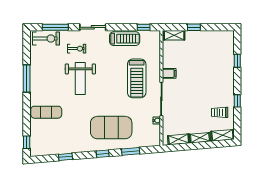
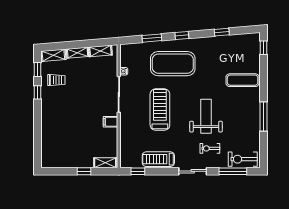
window: (237, 61) -> (37, 70), moved
treadmill: (137, 78) -> (160, 110), moved

